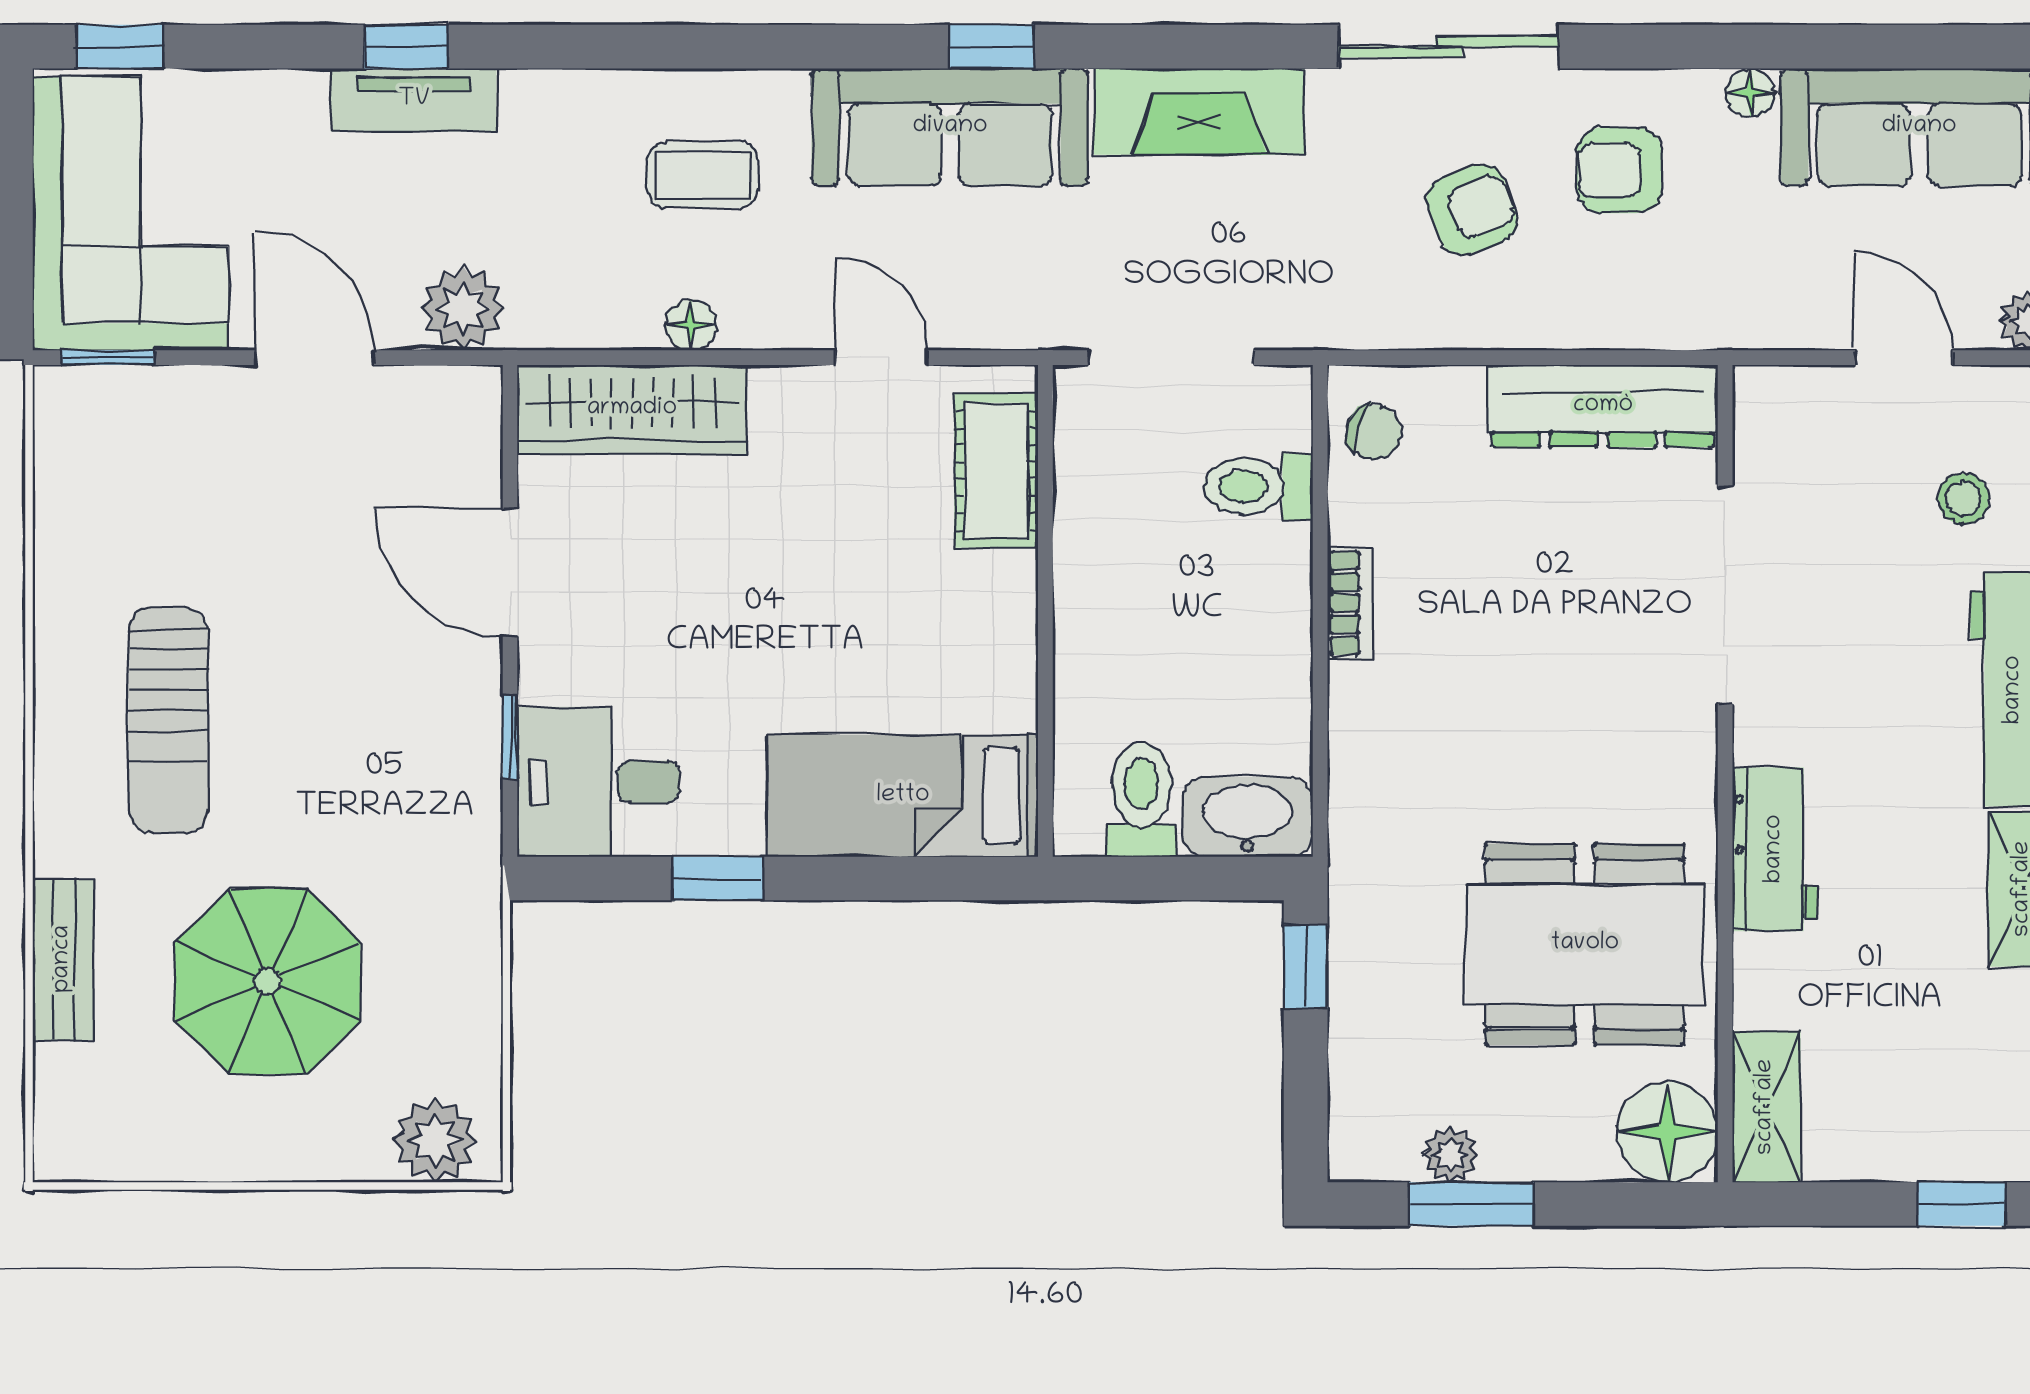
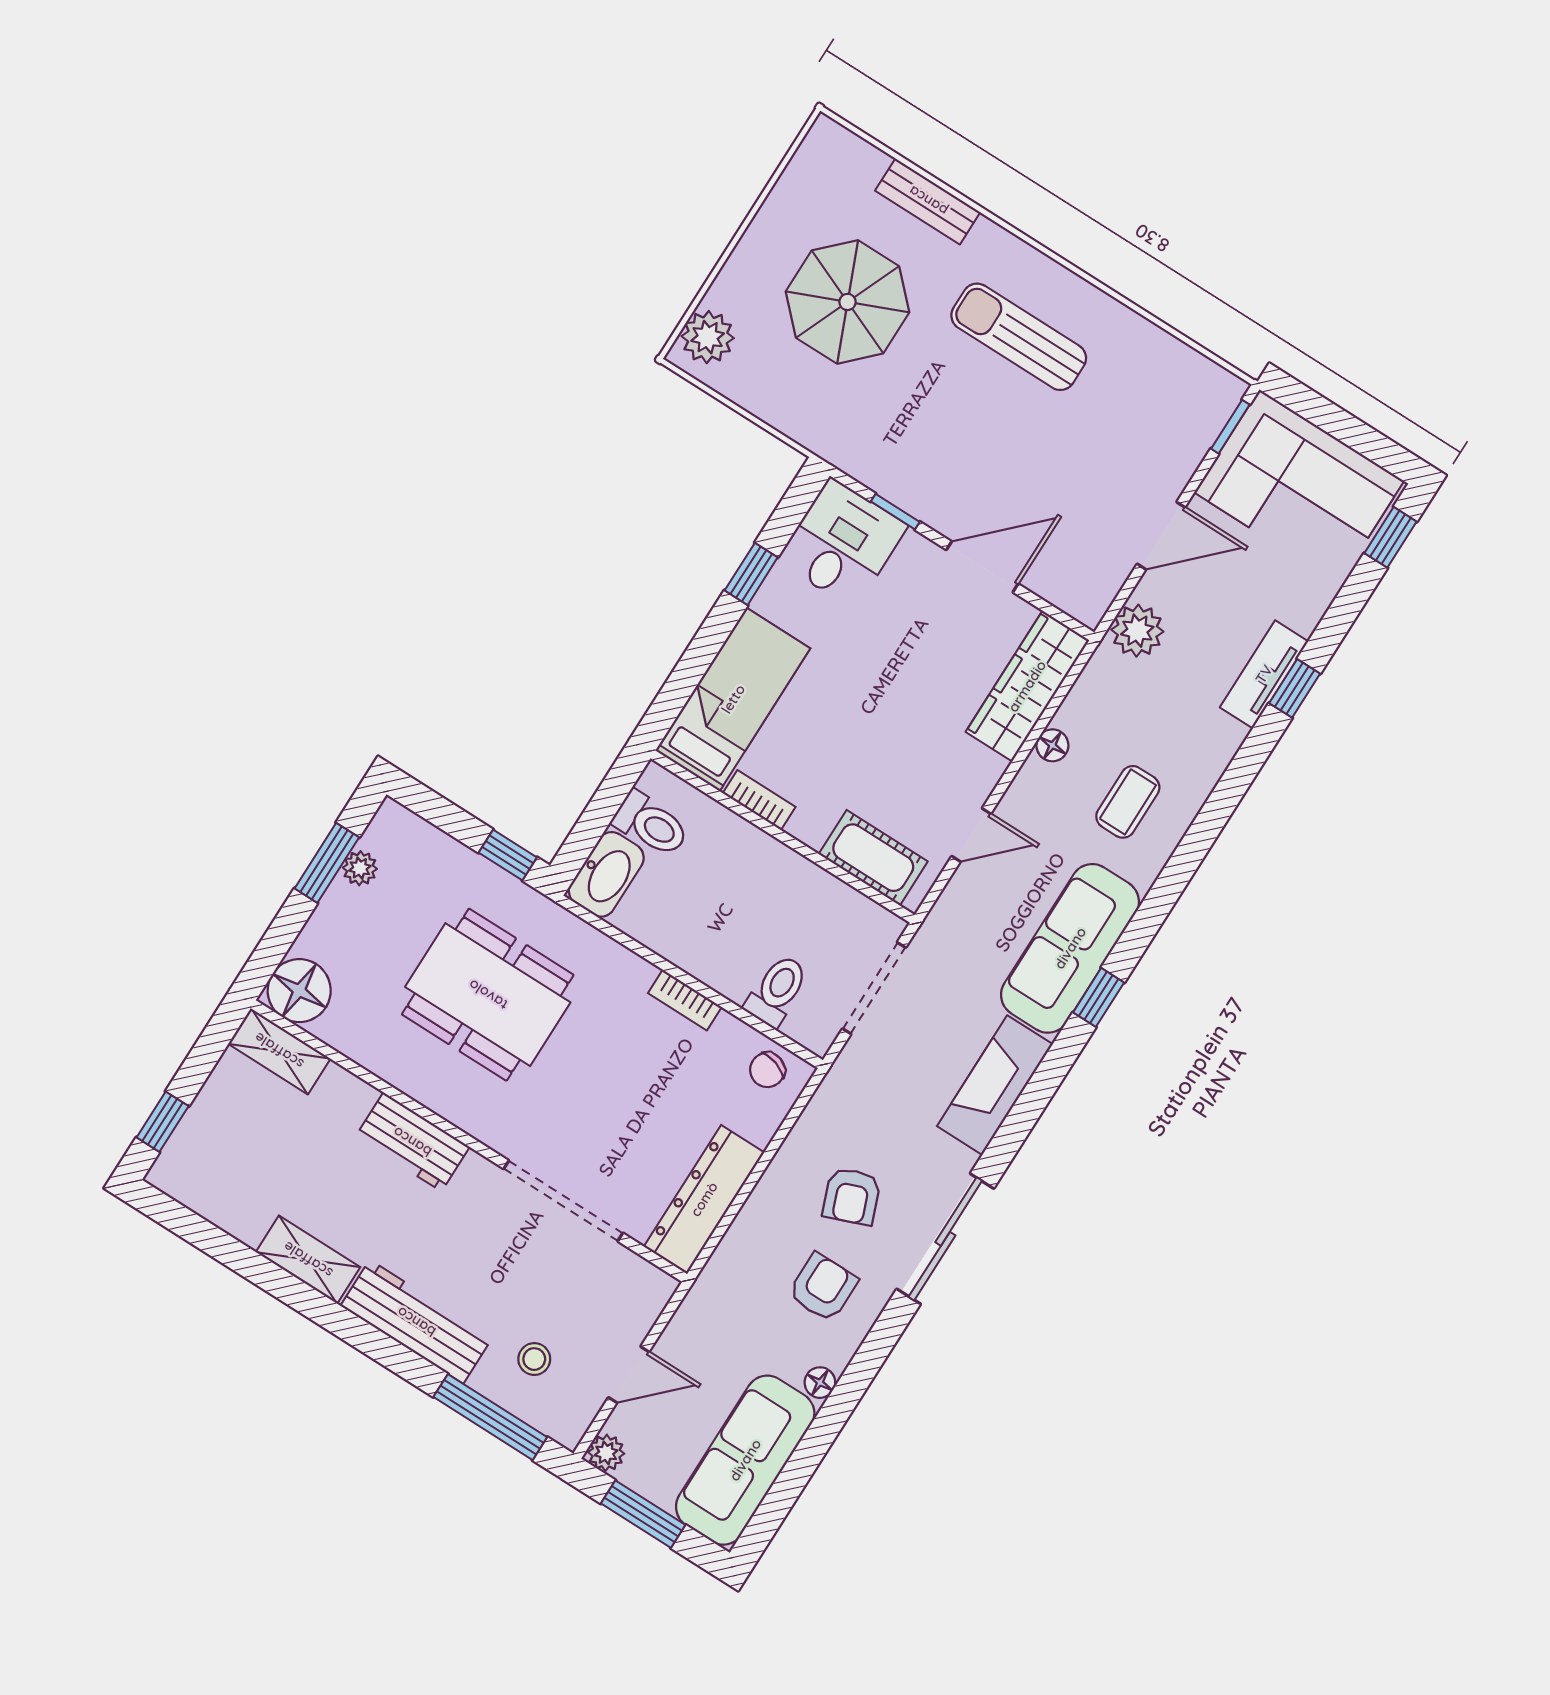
bookcase: (1016, 674) -> (759, 800), added
dining table: (1585, 944) -> (488, 995), moved, turned 90

